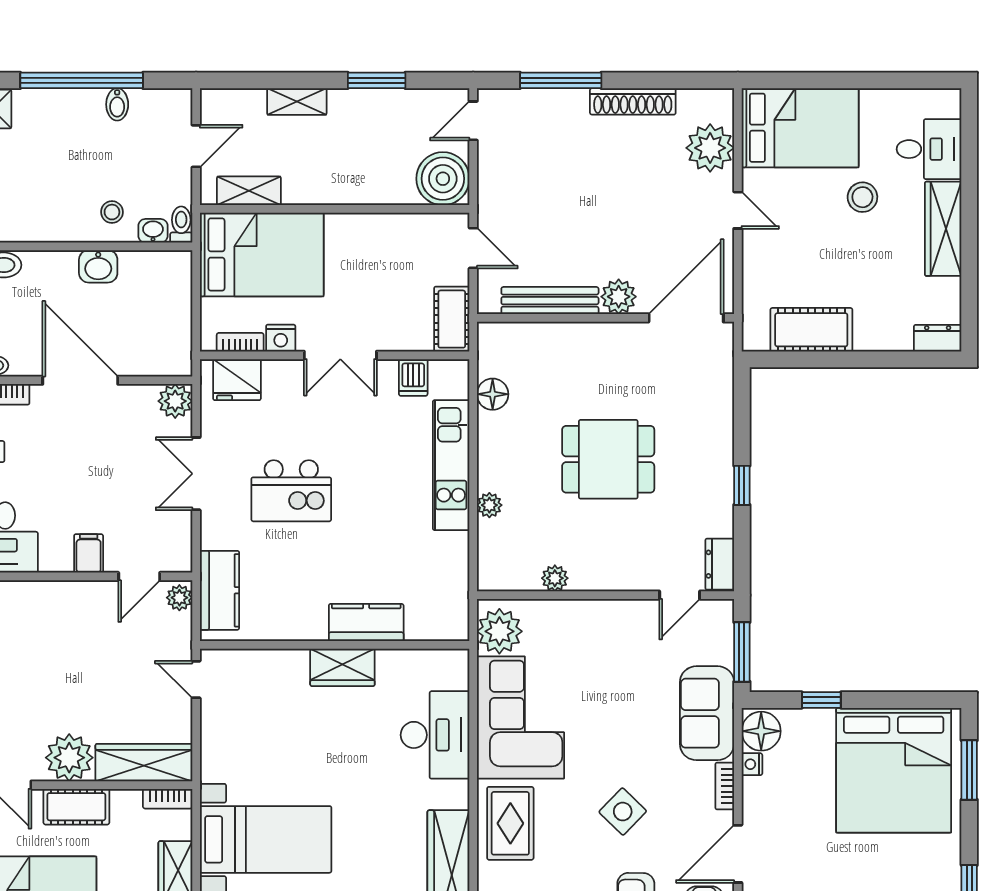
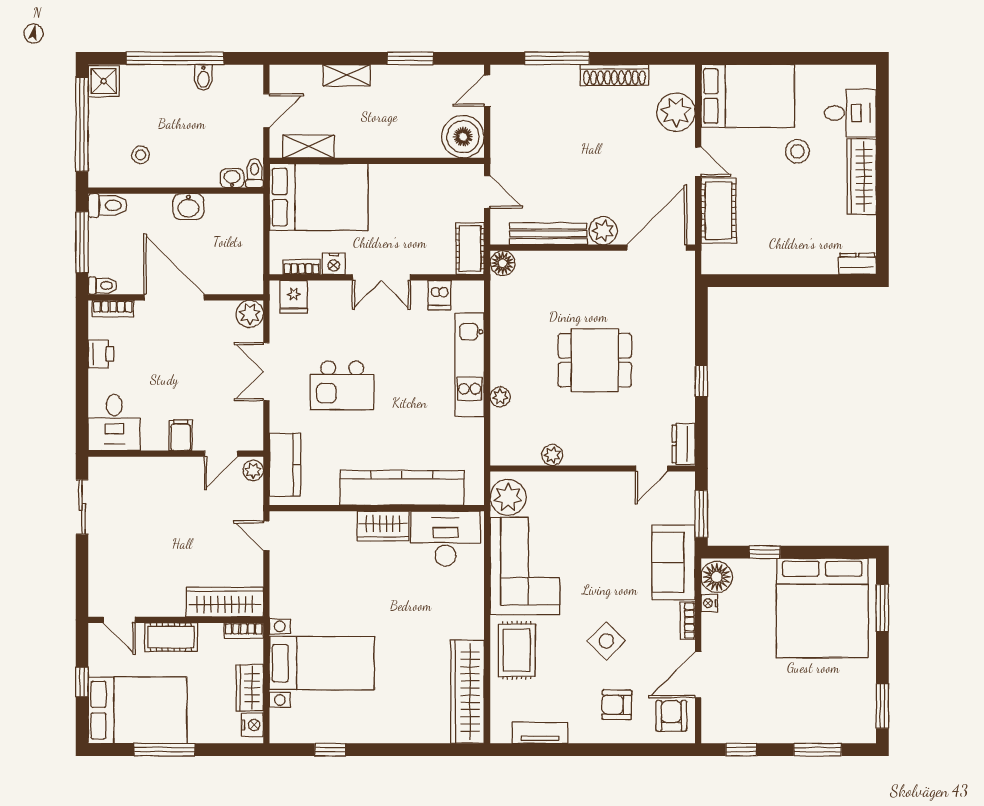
stool: (112, 212) -> (141, 155), moved
cot: (811, 330) -> (718, 210), moved, turned 90
fridge: (237, 380) -> (294, 297), width x0.72
floor lamp: (493, 394) -> (503, 263), moved
kitchen counter: (366, 622) -> (402, 488), width x2.08, depth x1.17
desk: (435, 735) -> (446, 539), moved, turned -90
plant: (69, 758) -> (165, 598), removed

